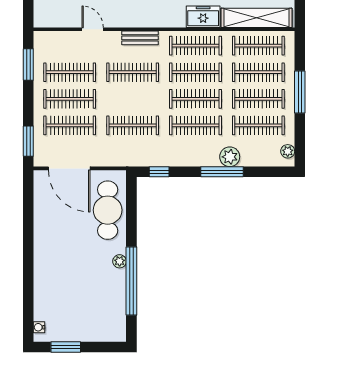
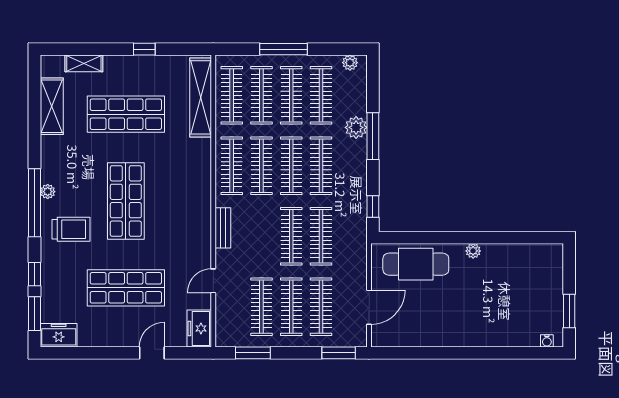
freezer: (203, 17) -> (199, 328), moved
clothes rail: (133, 72) -> (291, 236), moved
door: (69, 168) -> (369, 307), width x0.73
window: (131, 281) -> (495, 238), removed

